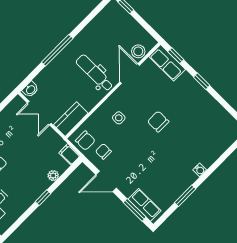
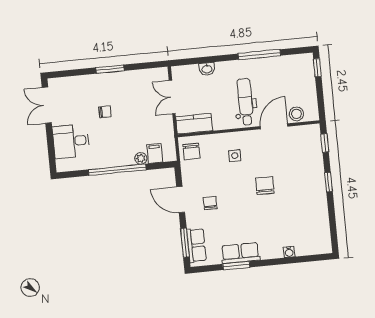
window: (57, 50) -> (259, 55), moved
row of seats: (167, 63) -> (240, 253), moved, turned 90
washbasin: (30, 89) -> (207, 69), moved
chair: (103, 151) -> (210, 203), moved
filing cabinet: (69, 154) -> (155, 153), moved
water cooler: (200, 170) -> (289, 252), moved
window: (43, 198) -> (117, 170), width x3.17

